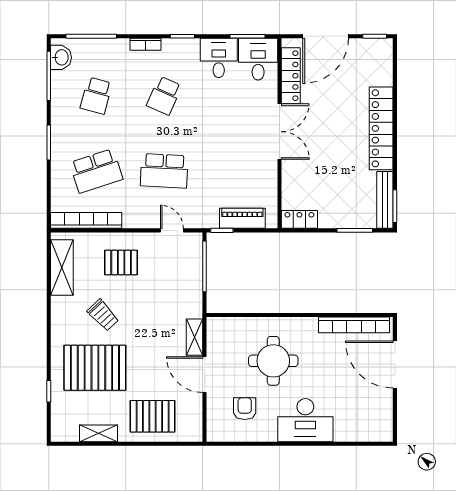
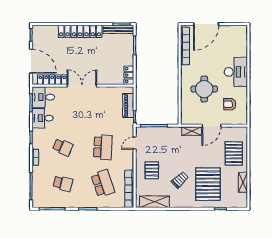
washbasin: (61, 57) -> (42, 202), removed

